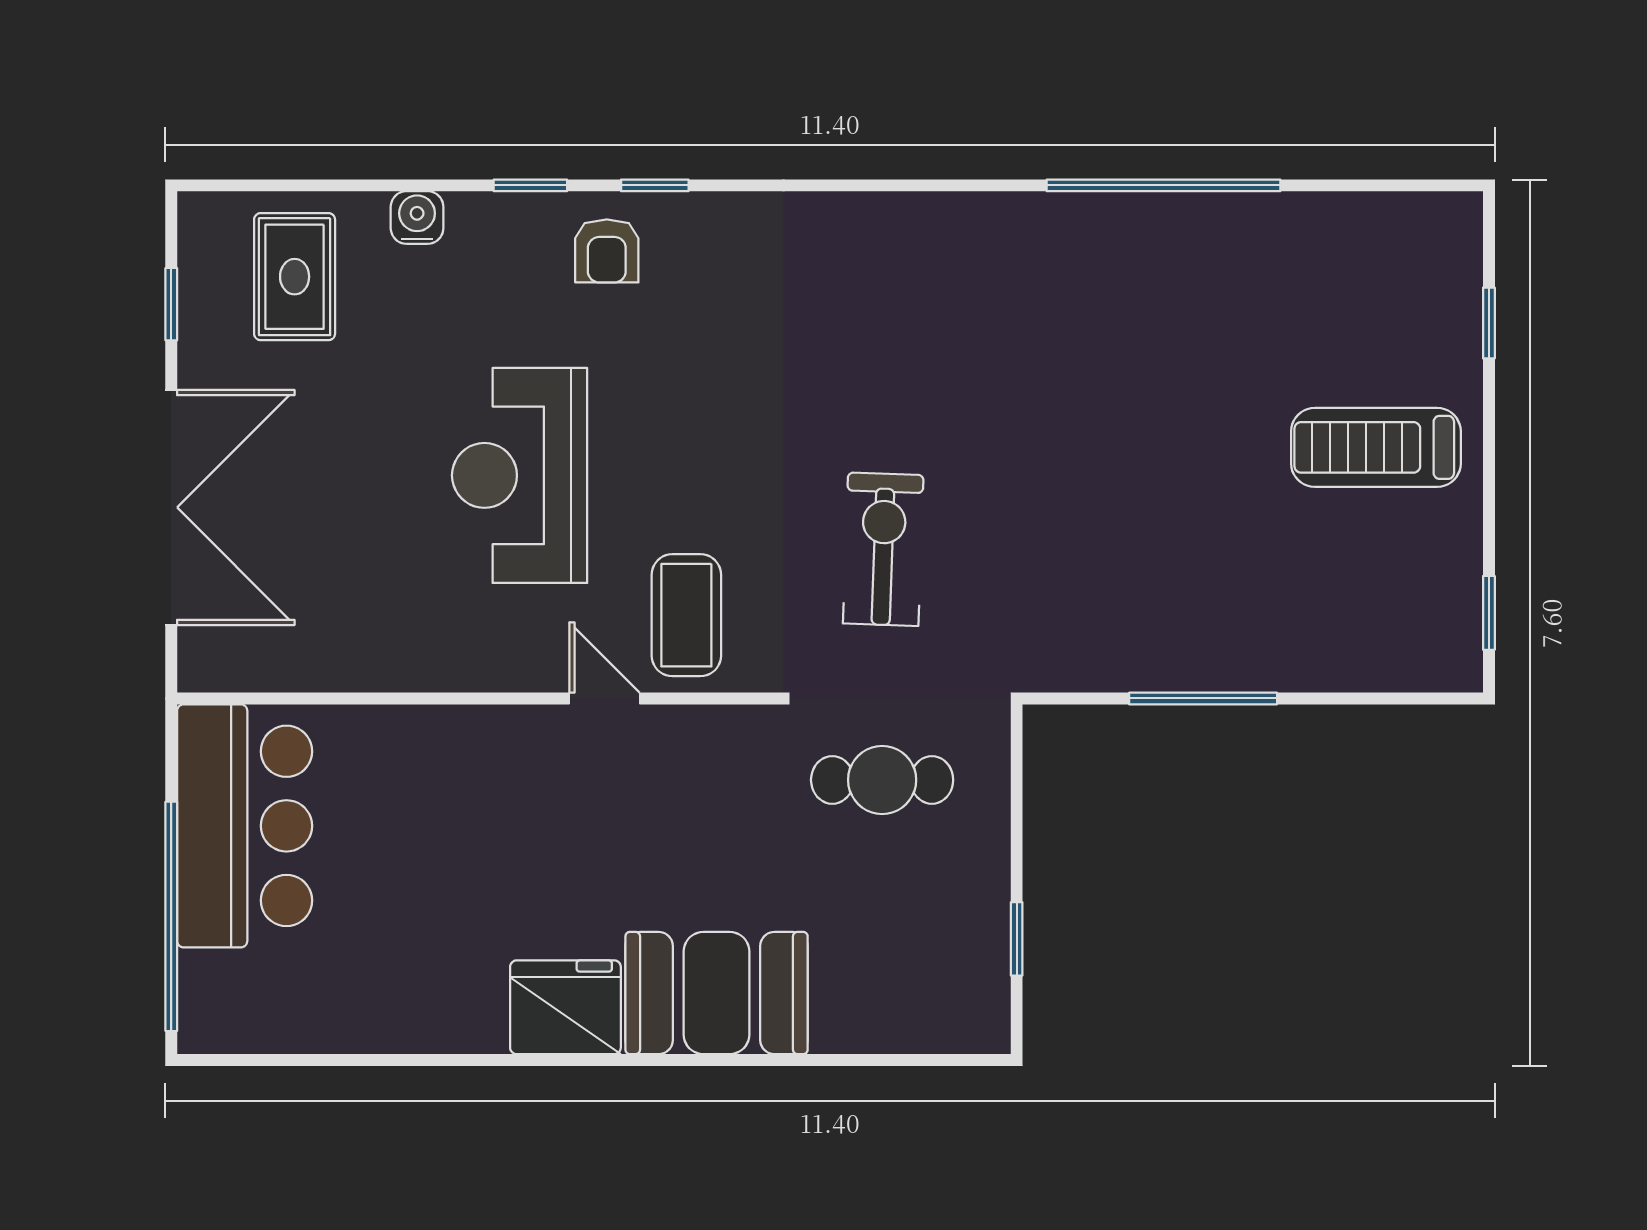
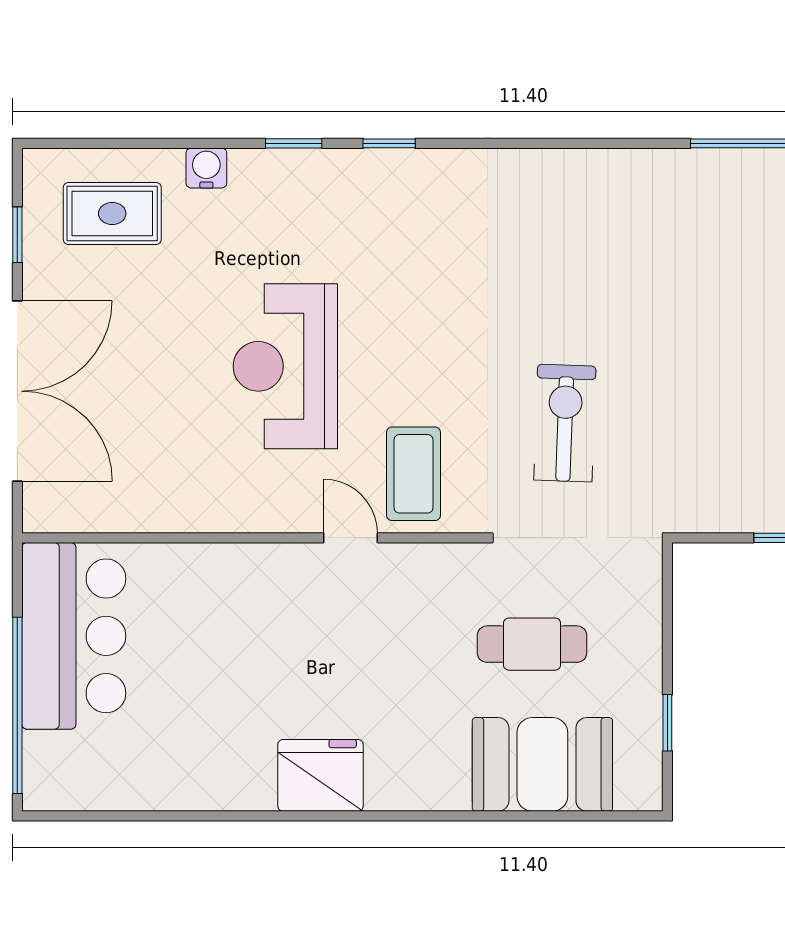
armchair: (607, 251) -> (352, 194), removed
rug: (295, 277) -> (112, 214), turned 90
cafe table: (882, 780) -> (532, 644), moved
booth: (717, 993) -> (542, 764), moved

